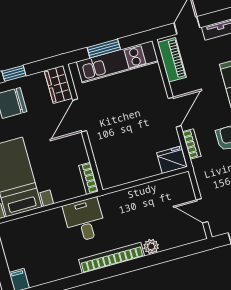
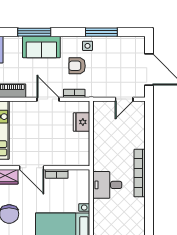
fridge: (172, 160) -> (82, 122), moved
bookcase: (88, 178) -> (57, 174), moved
plant: (151, 246) -> (139, 143), removed

